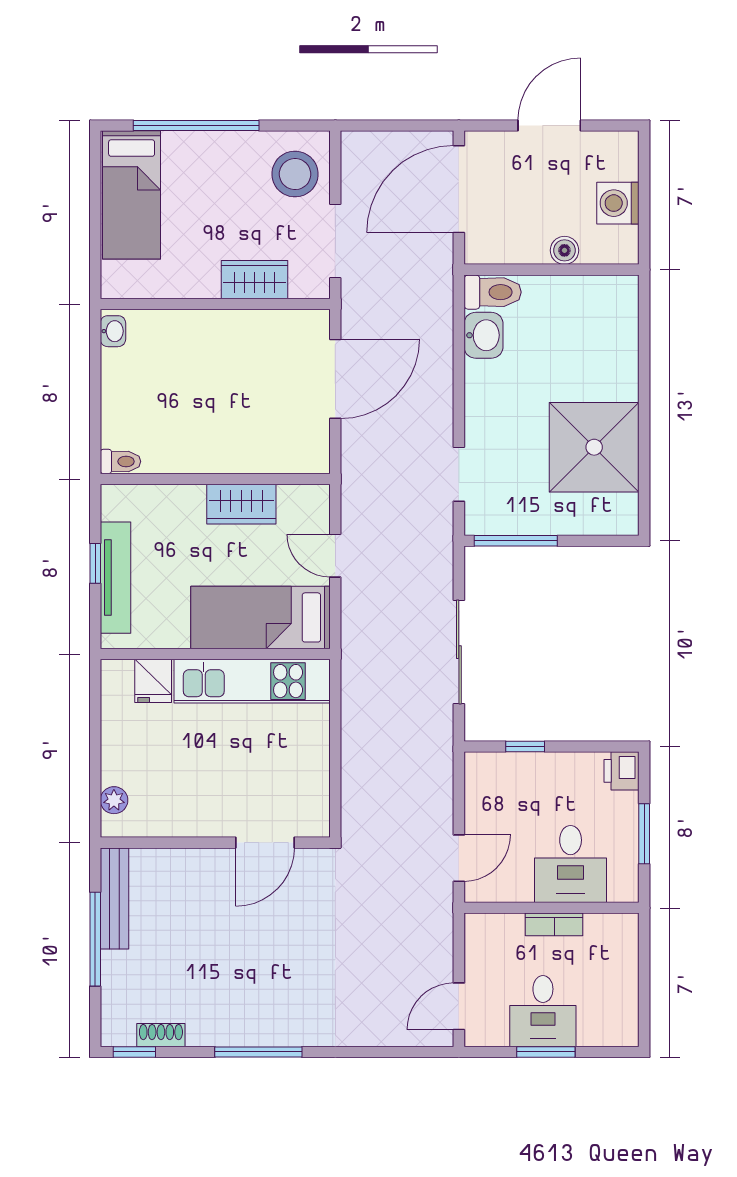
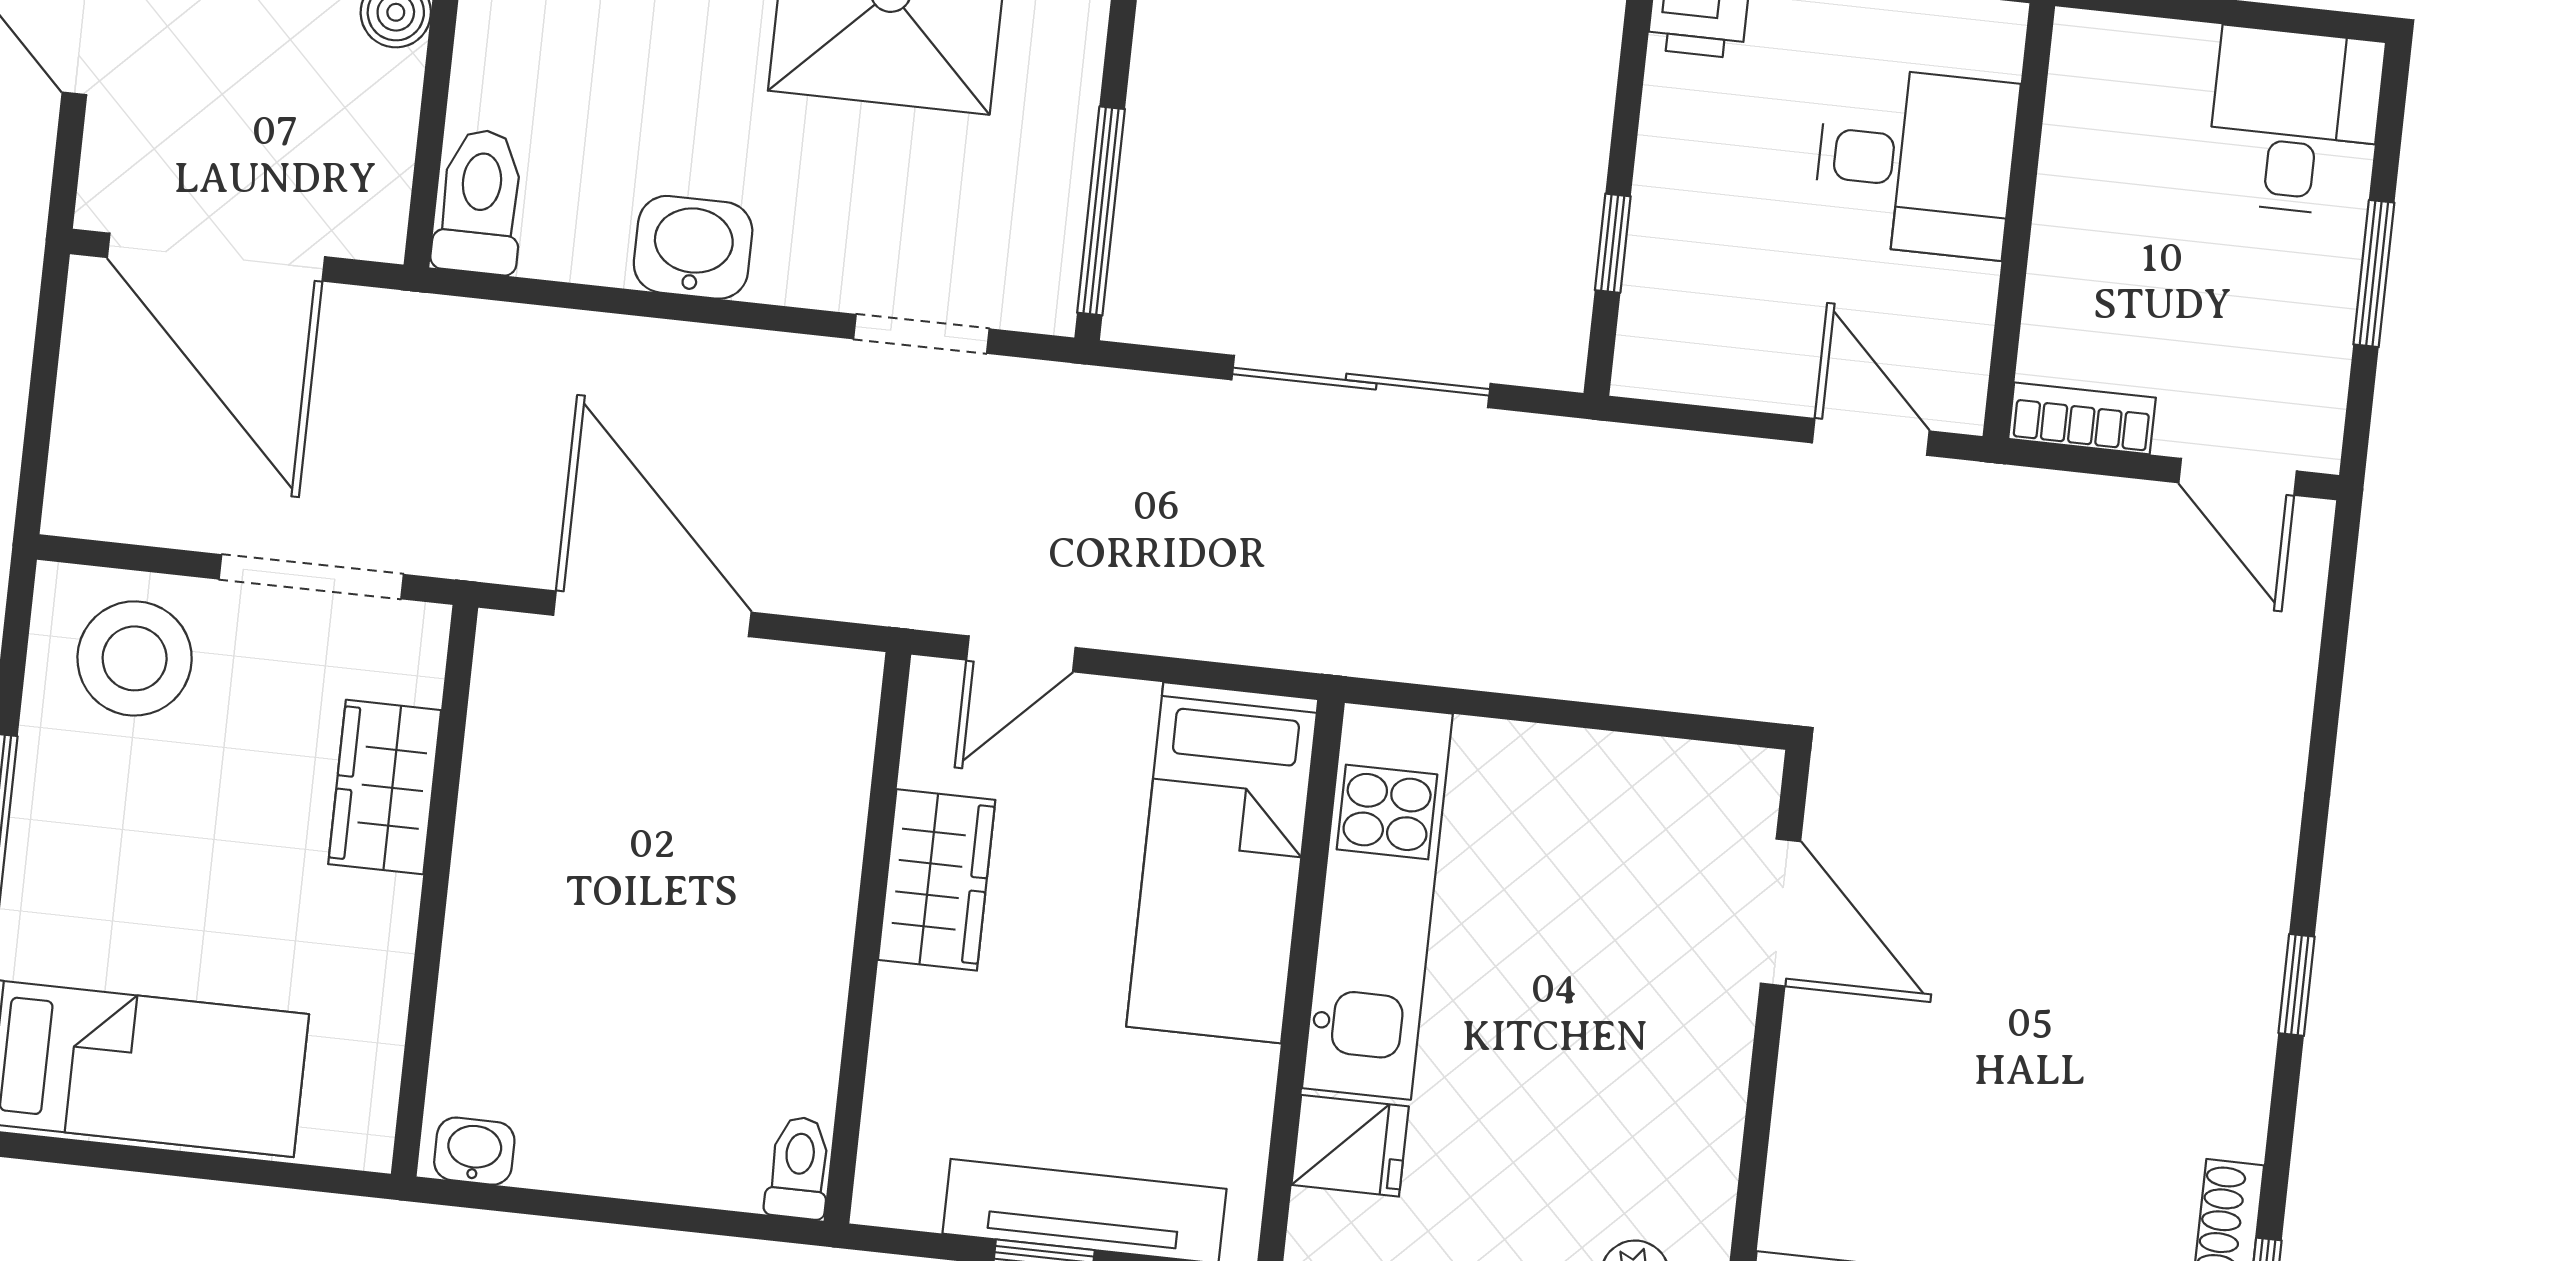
washbasin: (483, 335) -> (693, 247), moved
door: (335, 556) -> (1021, 654), moved
bookcase: (554, 924) -> (2082, 418), moved, turned -90
desk: (543, 1011) -> (2295, 121), moved, turned -90
window: (258, 1052) -> (2297, 985), width x0.46

